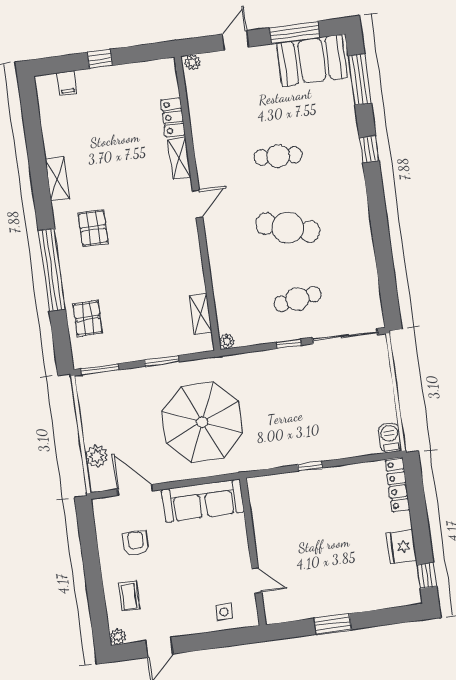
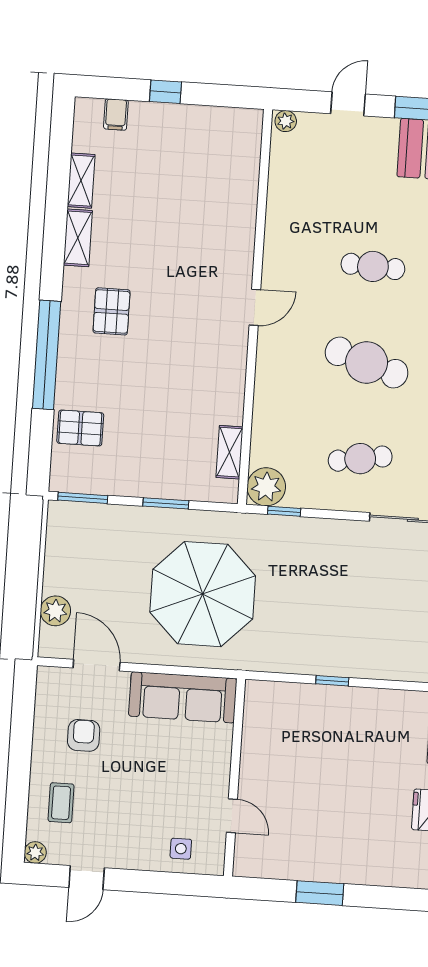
locker: (173, 117) -> (246, 188), removed
shelving: (179, 158) -> (81, 181), moved
pallet: (87, 318) -> (80, 428), turned 90
plant: (227, 341) -> (266, 487), width x1.88, depth x1.88
window: (289, 344) -> (284, 511), moved

